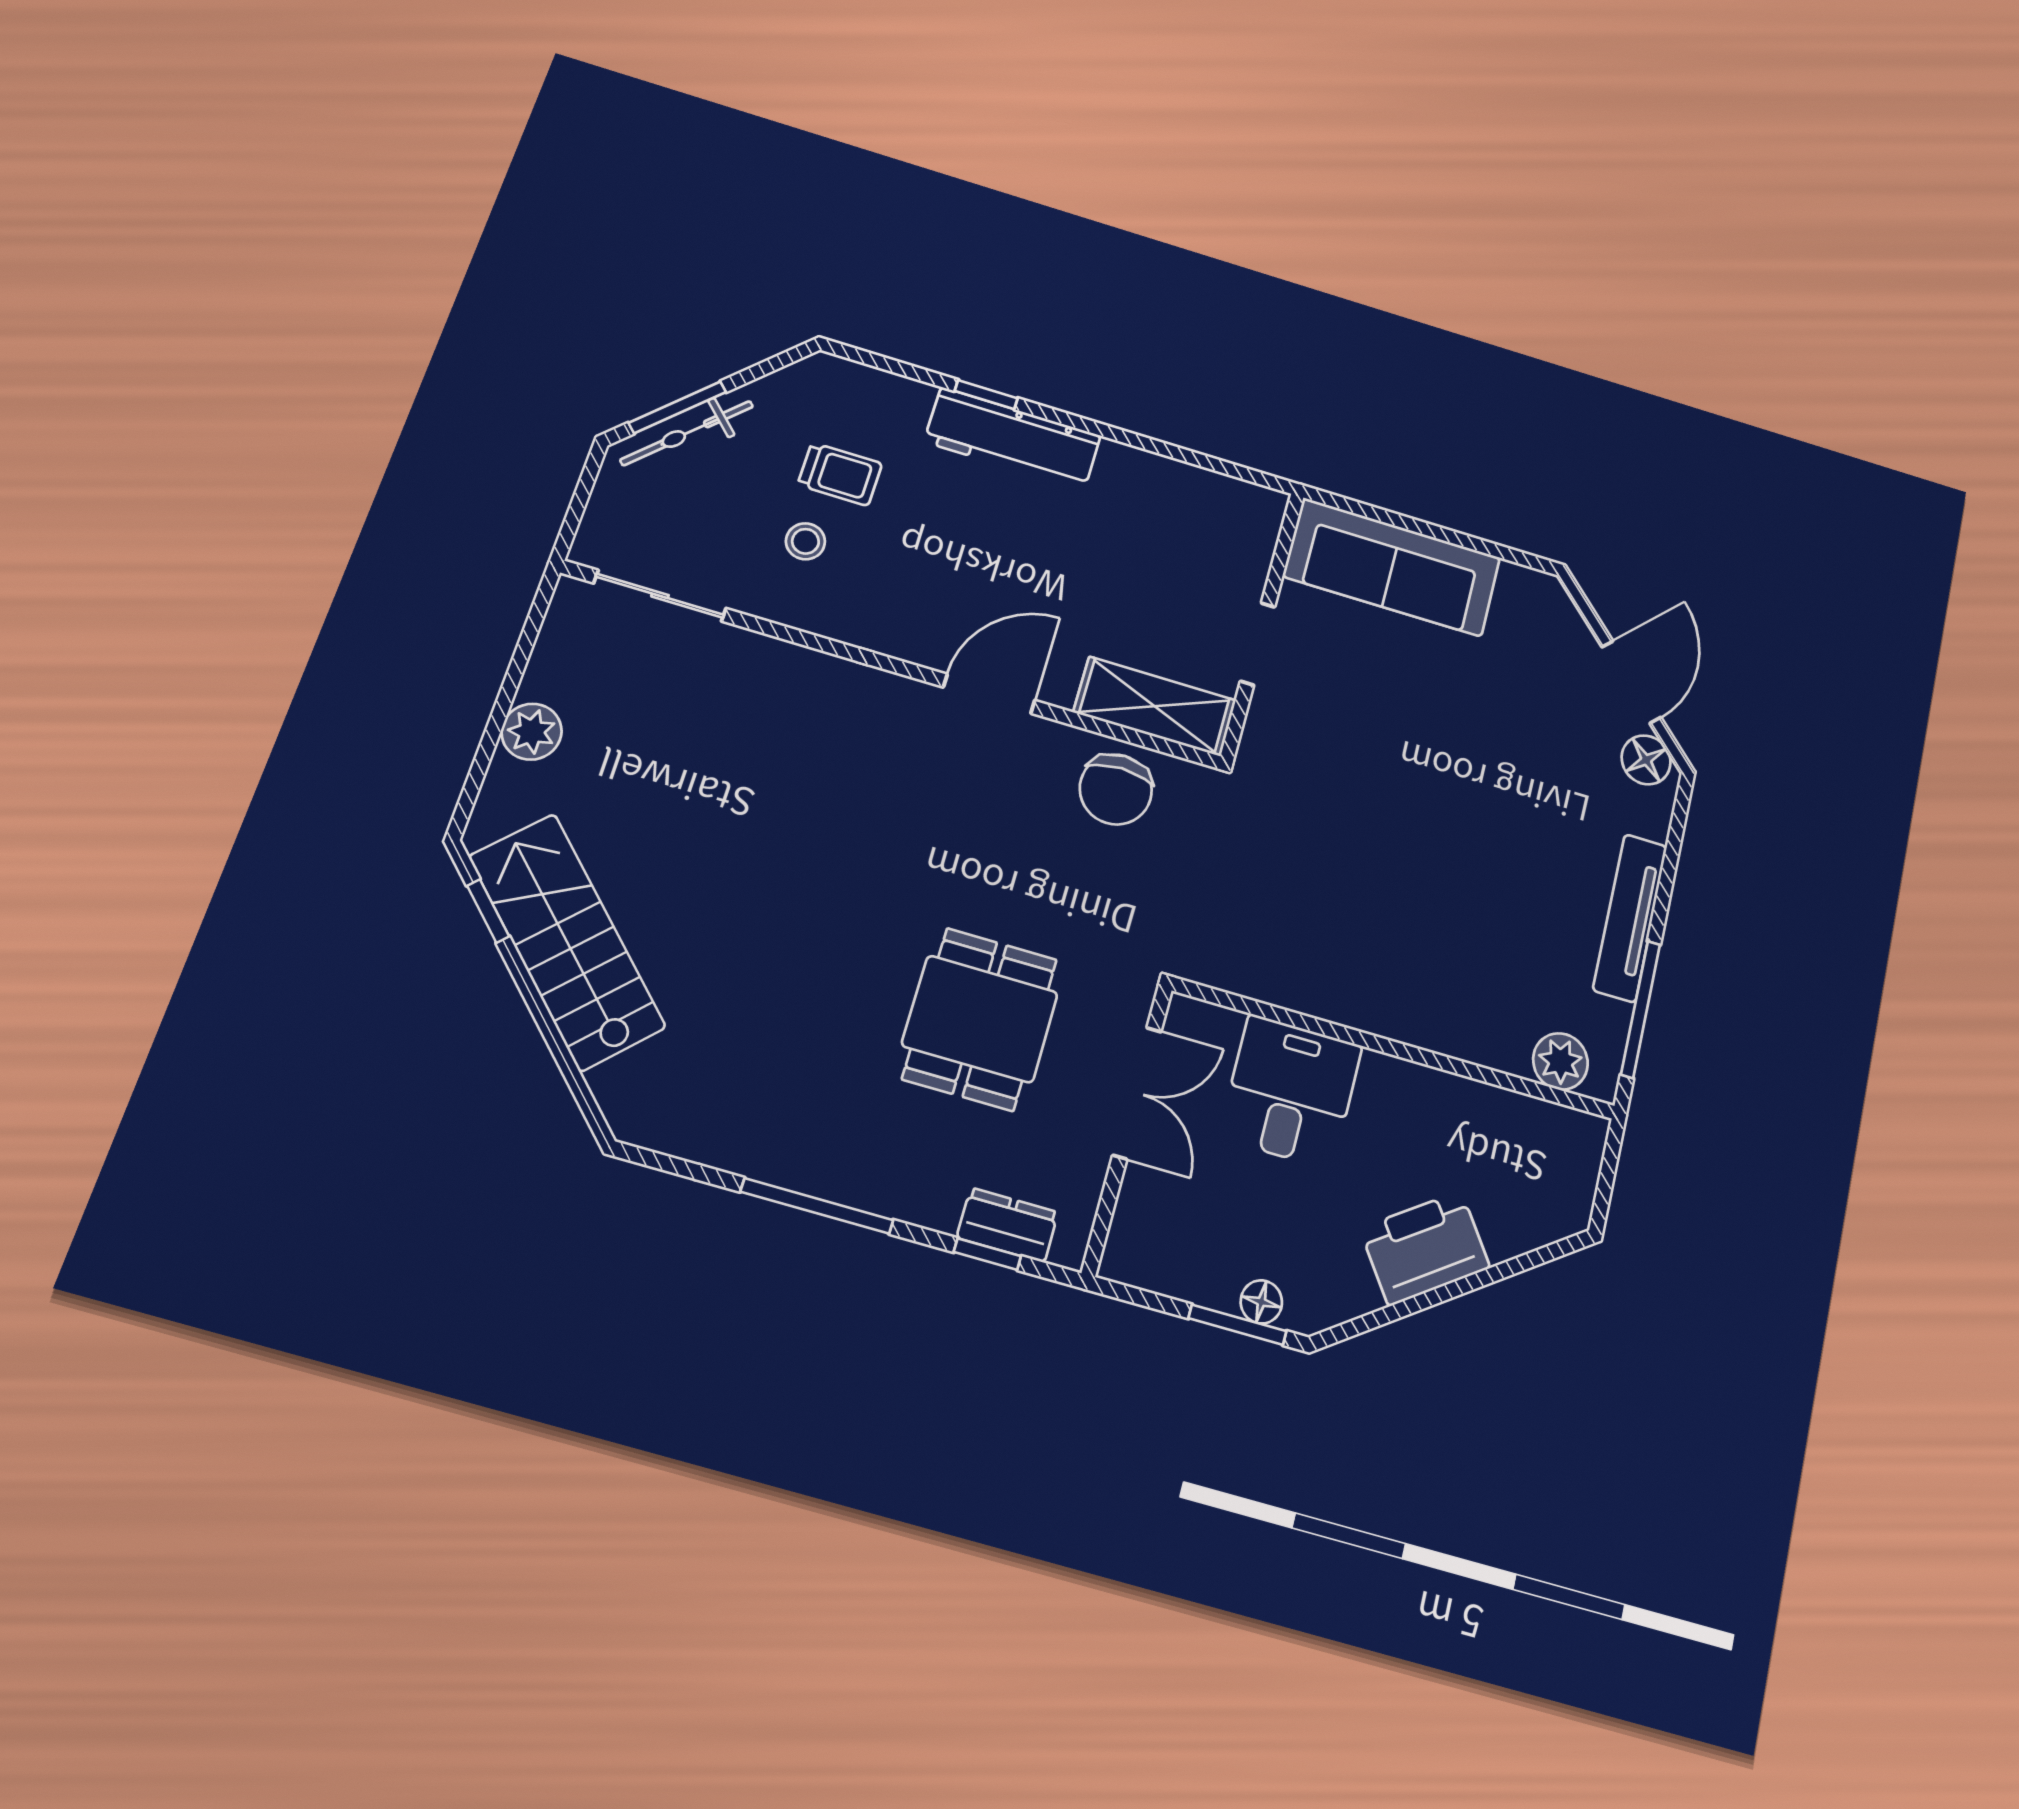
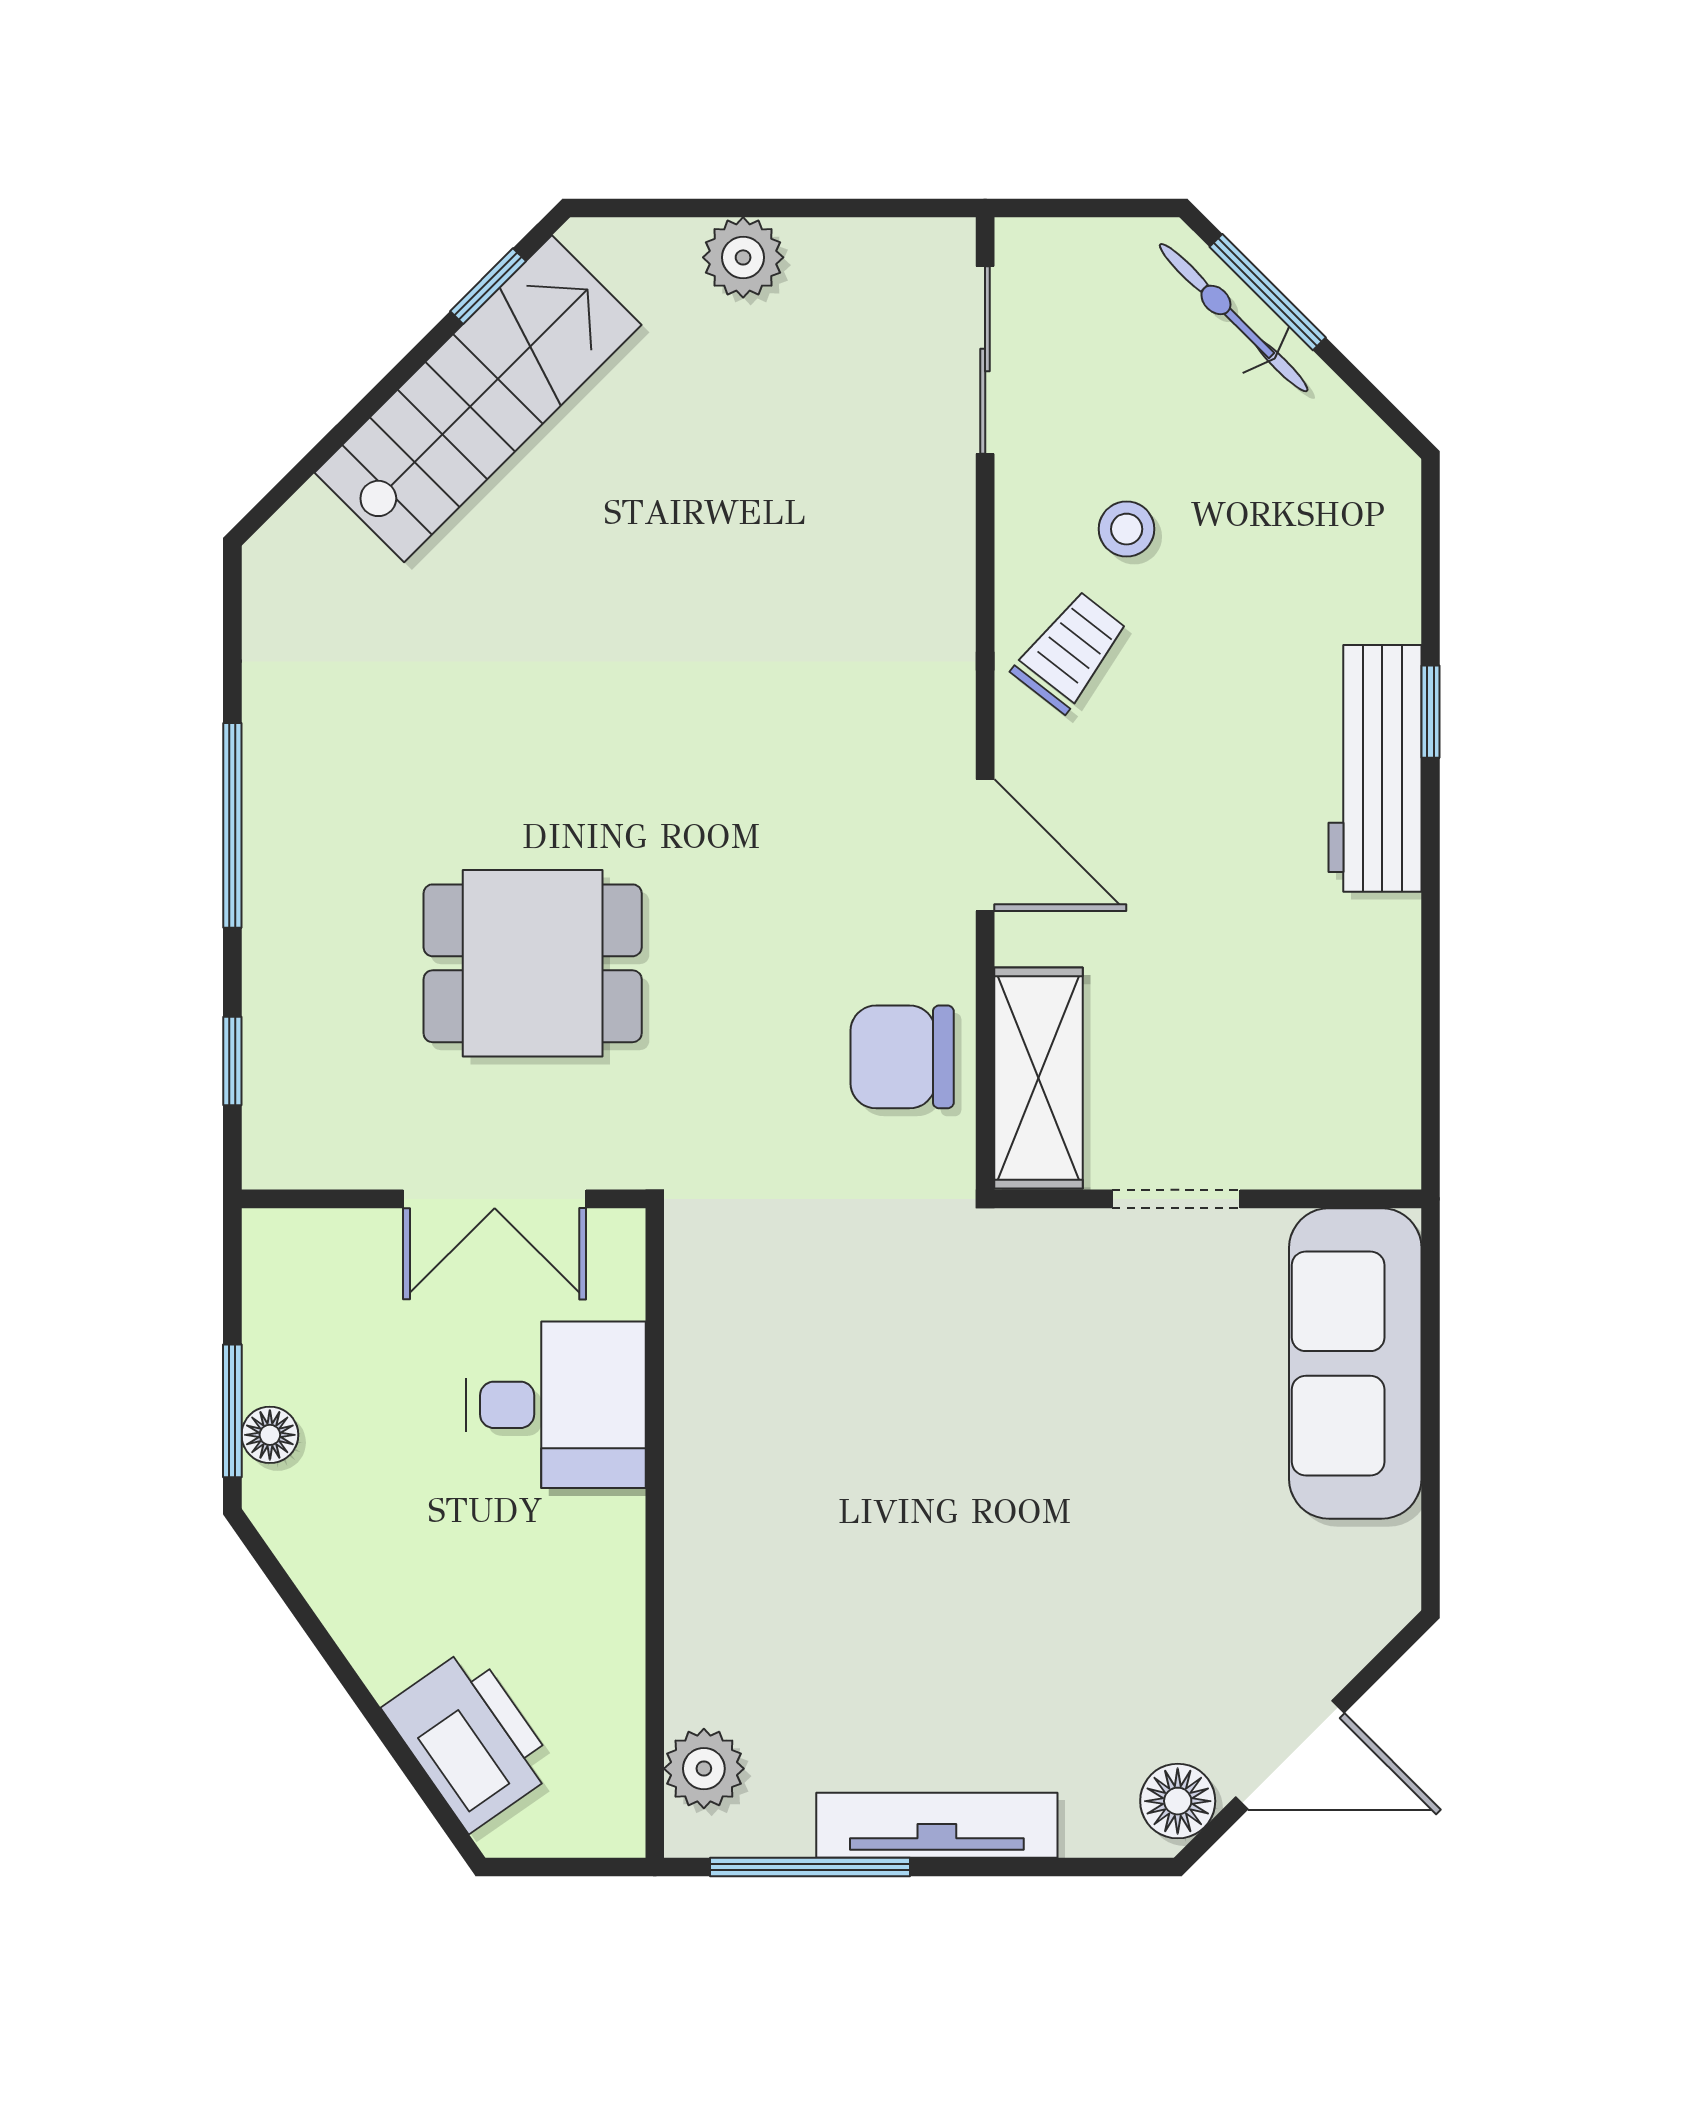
trolley: (840, 474) -> (1070, 652), moved, turned -142
dresser: (1007, 1225) -> (276, 1076), removed
printer: (1425, 1248) -> (470, 1739), moved

